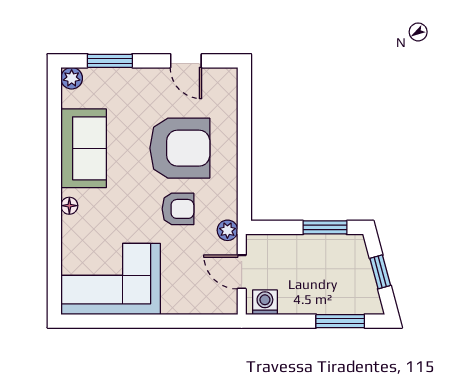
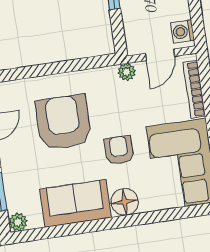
floor lamp: (69, 206) -> (125, 202), width x1.89, depth x1.89
armchair: (178, 209) -> (119, 150), moved
bookcase: (196, 306) -> (194, 89), added

